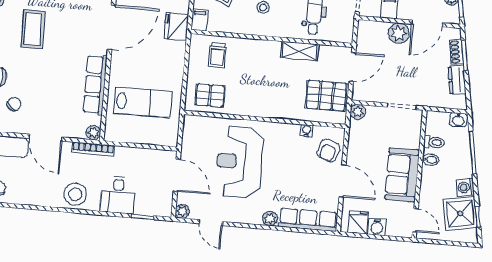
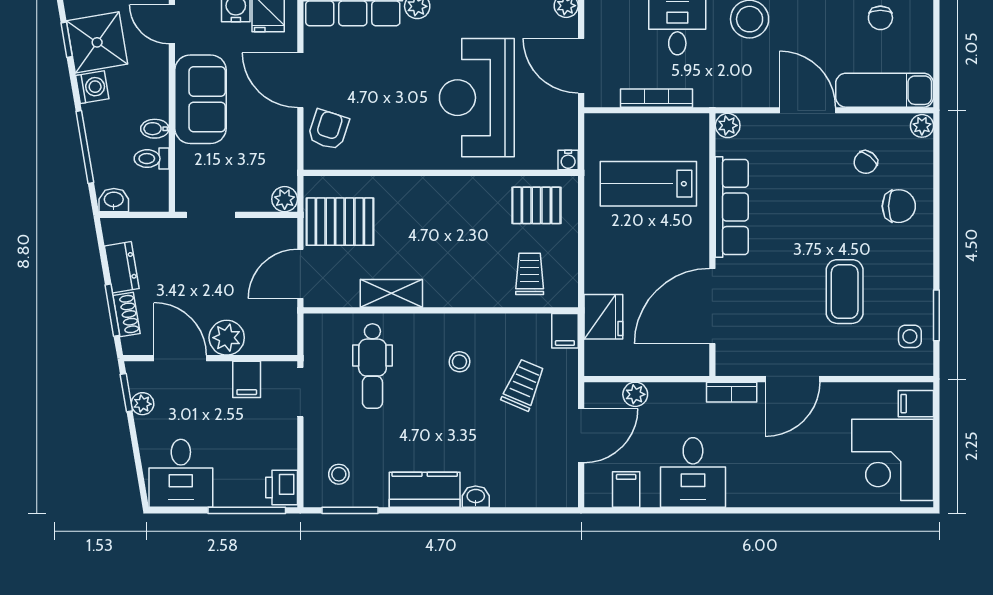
door: (427, 23) -> (180, 358), hinge flipped
water cooler: (306, 131) -> (568, 160), moved
bookcase: (93, 149) -> (656, 98), moved
reception desk: (240, 162) -> (477, 98), turned 180

